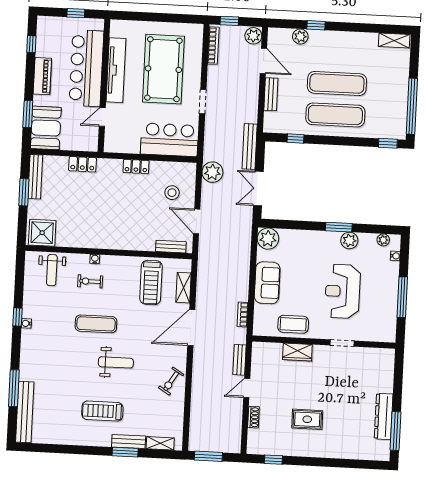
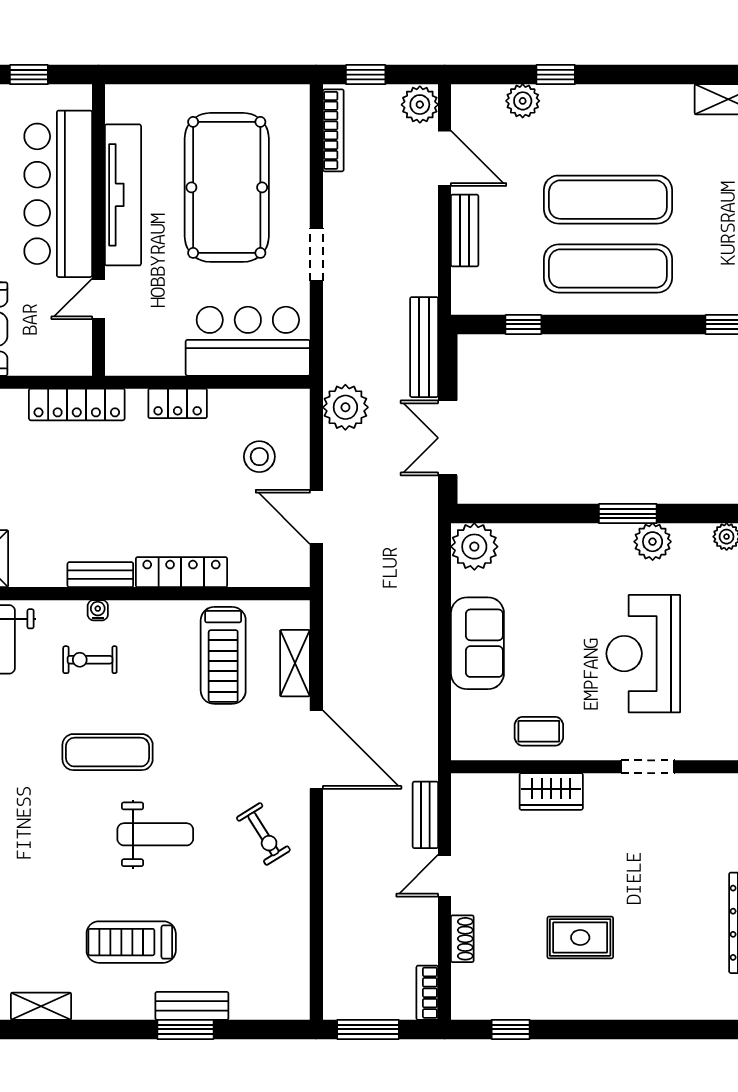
locker: (82, 164) -> (77, 404), width x1.53
locker: (134, 244) -> (181, 572), added
bench: (171, 247) -> (100, 575), moved
bookcase: (243, 314) -> (427, 993), moved
coffee table: (293, 324) -> (539, 731), width x0.73, depth x0.77
door: (191, 328) -> (316, 750), swing flipped
exercise bike: (171, 381) -> (263, 834), moved, turned -64
shelving: (160, 443) -> (41, 1006), moved

